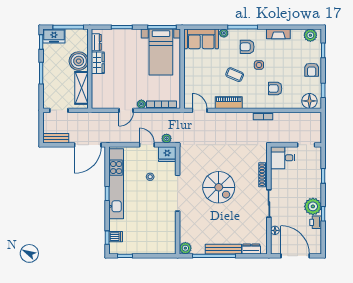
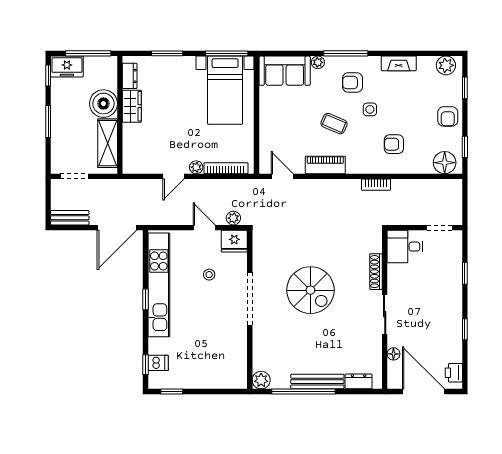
plant: (313, 206) -> (450, 318), removed
printer: (316, 222) -> (454, 373), moved

